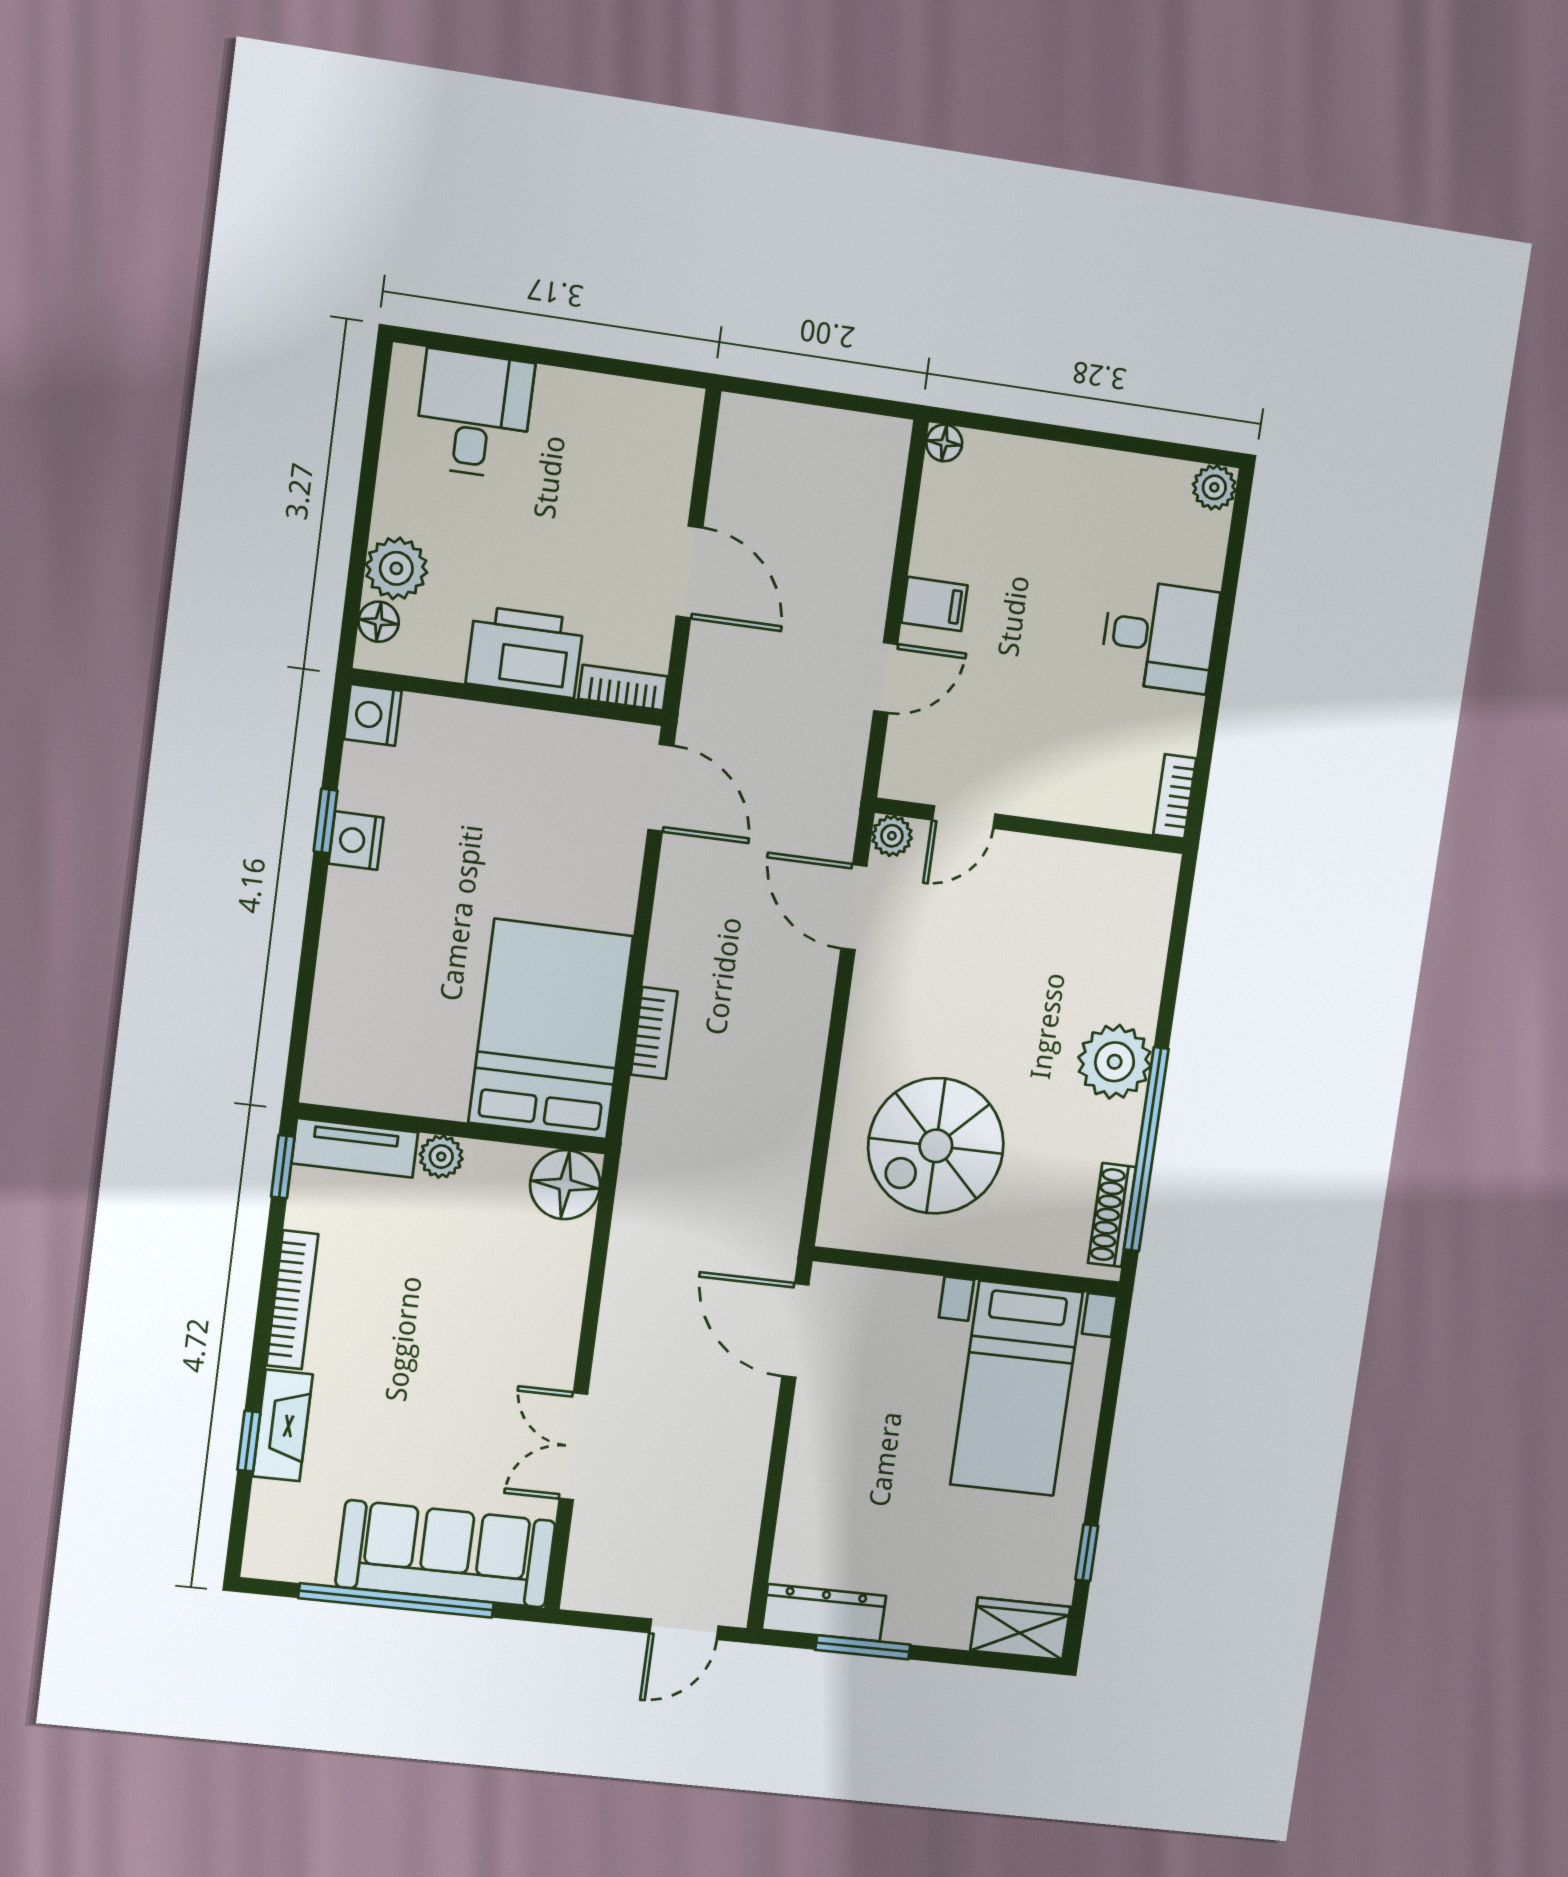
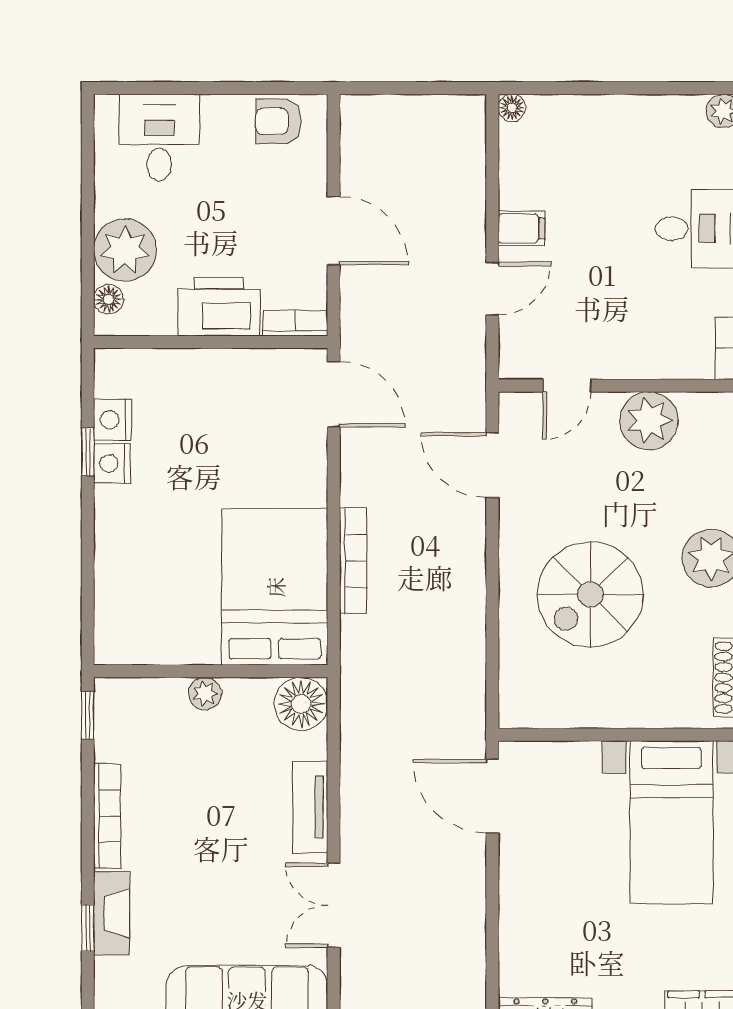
armchair: (636, 416) -> (278, 121), added
plant: (396, 568) -> (125, 250), width x1.36, depth x1.36
nightstand: (373, 715) -> (113, 420), moved
plant: (892, 836) -> (649, 421), moved, width x1.87, depth x1.87
bookcase: (654, 1033) -> (353, 561), width x1.56
spiral stairs: (936, 1146) -> (590, 594), moved
tv unit: (355, 1148) -> (310, 807), moved, turned 90

